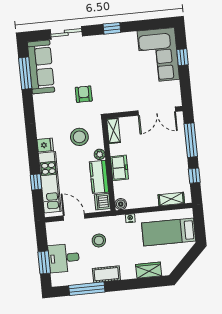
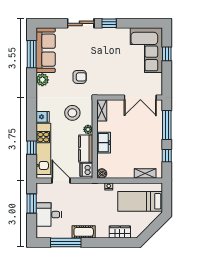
sliding door: (66, 33) -> (81, 23), moved
armchair: (84, 94) -> (80, 77), turned 90
plant: (41, 102) -> (42, 80), added
stool: (99, 240) -> (80, 203), removed
window: (44, 262) -> (32, 204), moved

